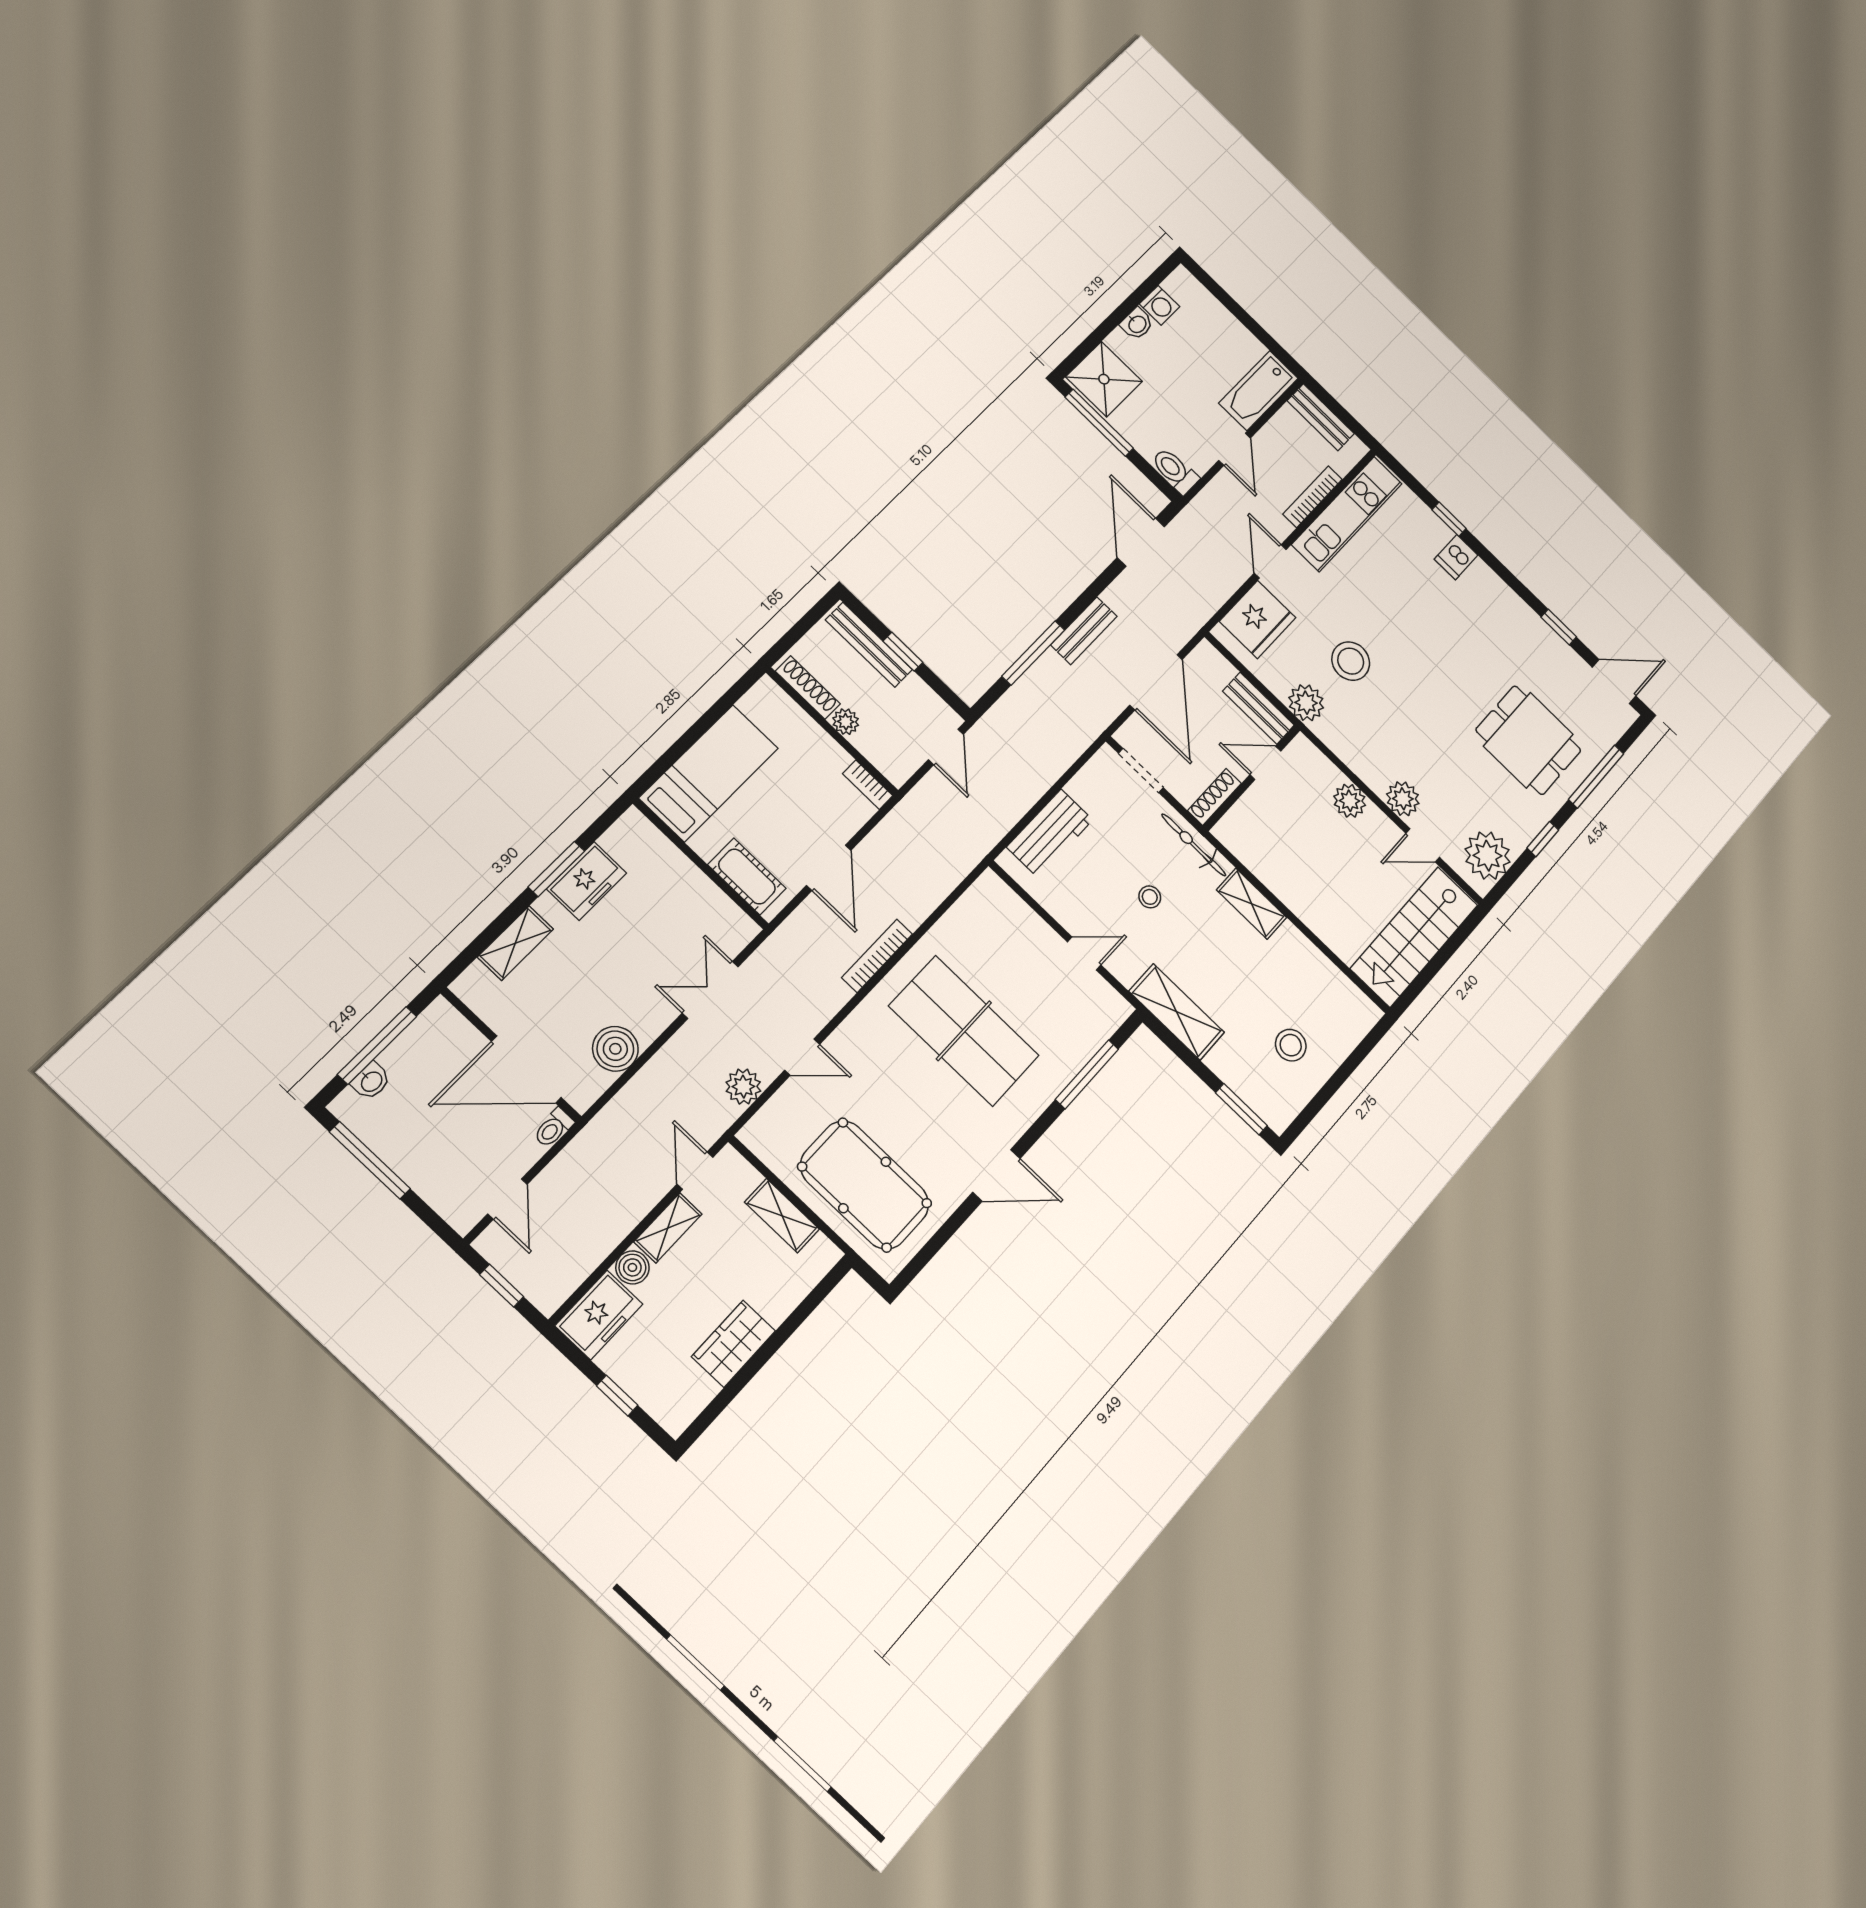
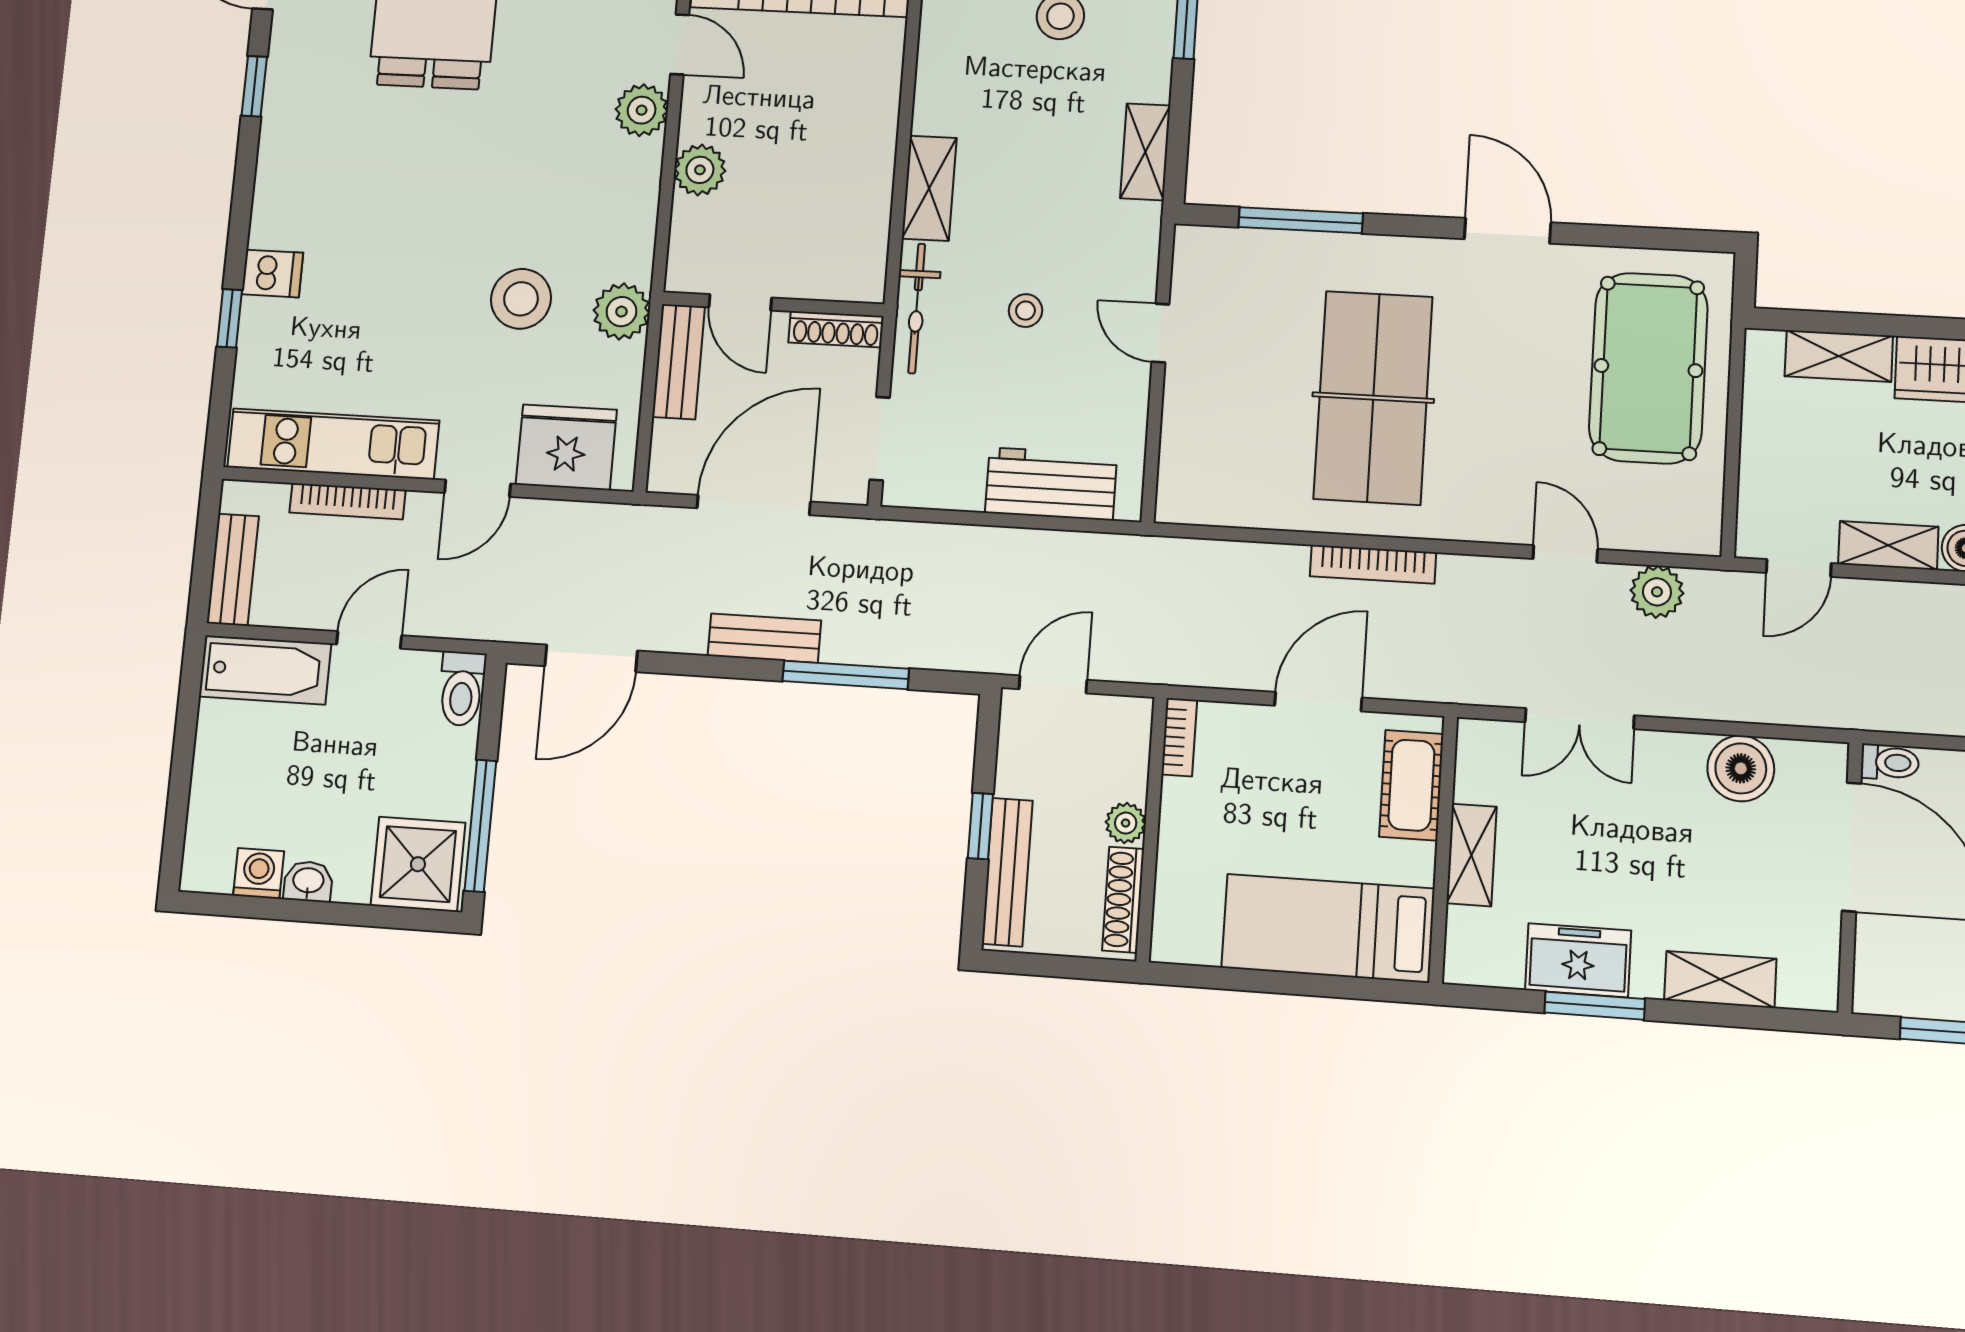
shelving: (686, 875) -> (1471, 855), added
shelving: (1177, 1012) -> (1145, 152), width x0.67, depth x0.75
shelving: (782, 1216) -> (1839, 356), moved, turned 90

